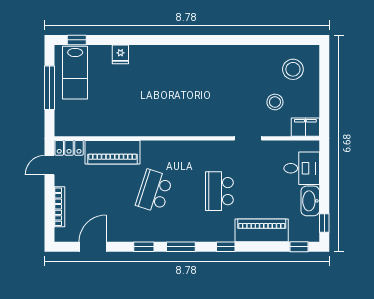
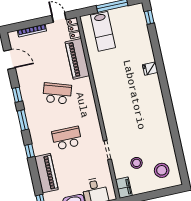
fridge: (120, 54) -> (150, 69), moved
lab bench: (75, 73) -> (103, 31), moved, turned -90

